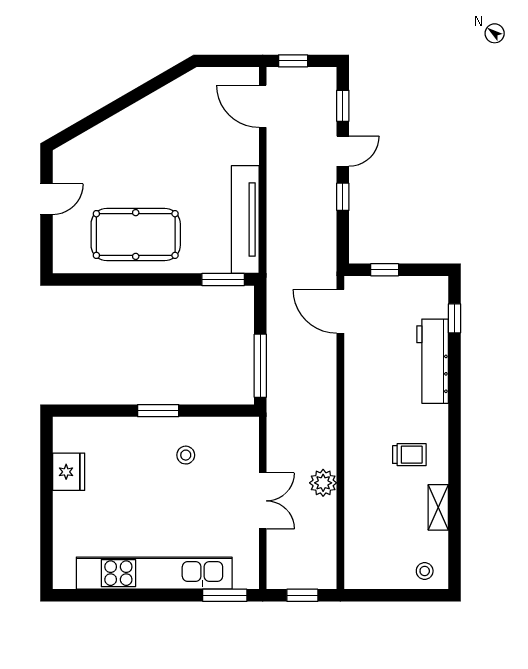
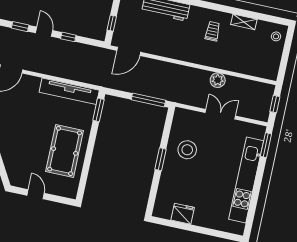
stool: (186, 455) -> (187, 150), width x1.89, depth x1.89

